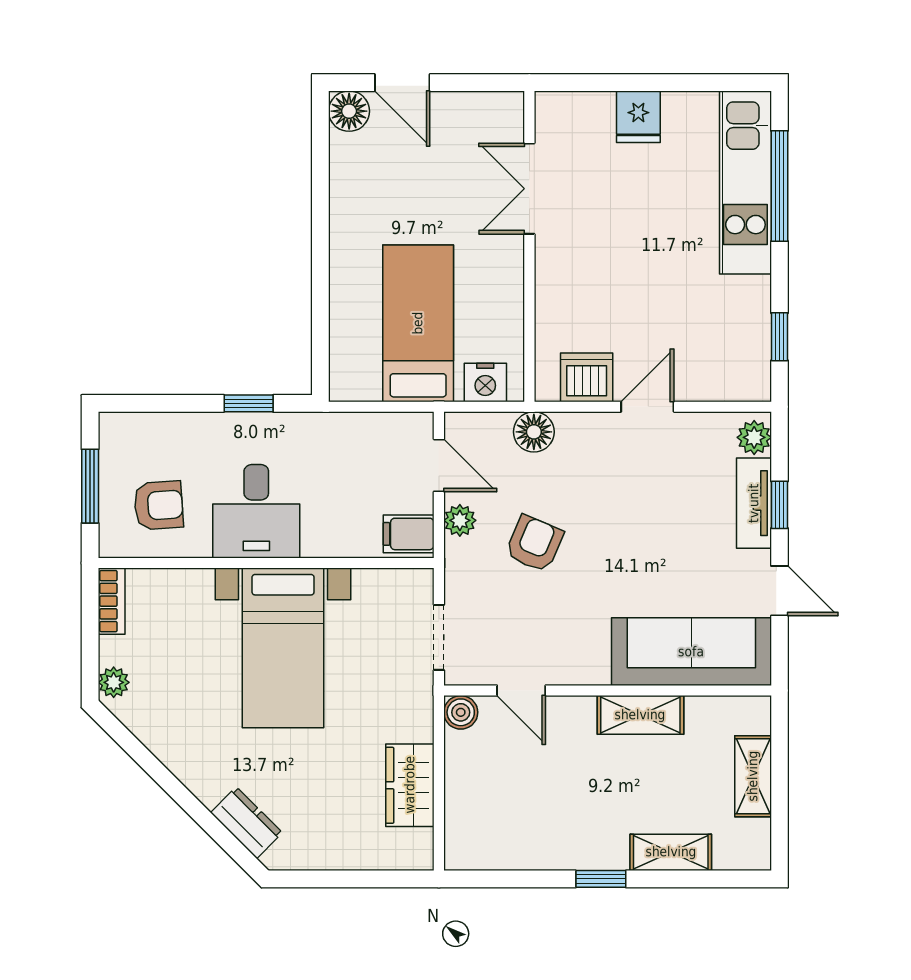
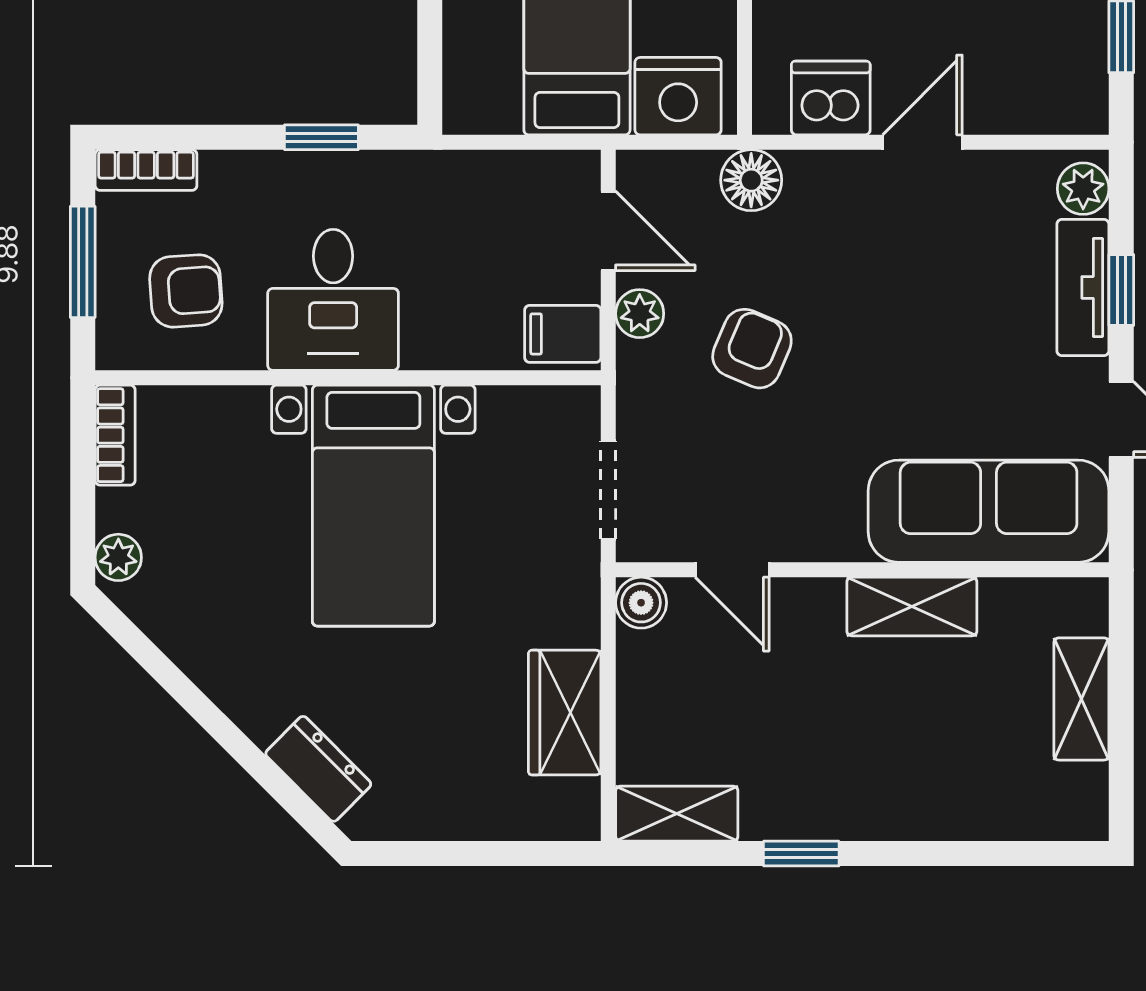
nightstand: (485, 382) -> (678, 96), width x1.36, depth x1.33
bookcase: (132, 425) -> (146, 170), added
shelving: (671, 852) -> (677, 814), moved
window: (601, 879) -> (801, 854), moved

